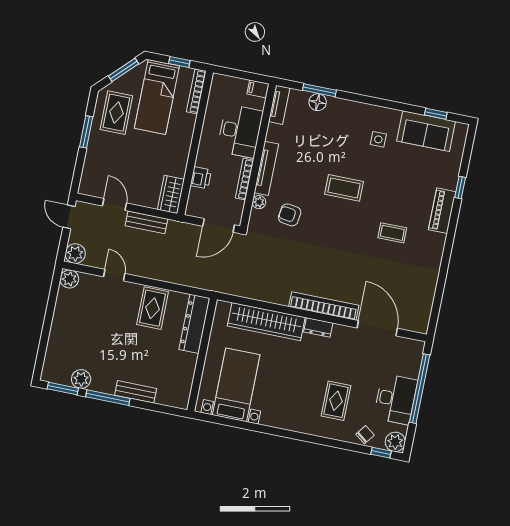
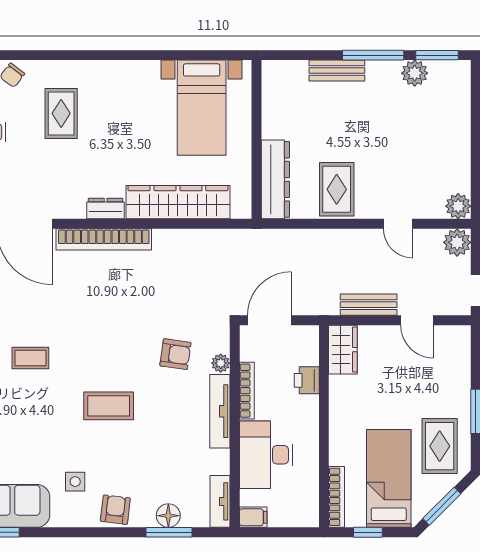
armchair: (354, 114) -> (115, 510), added

